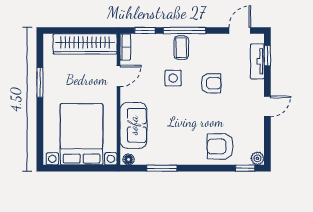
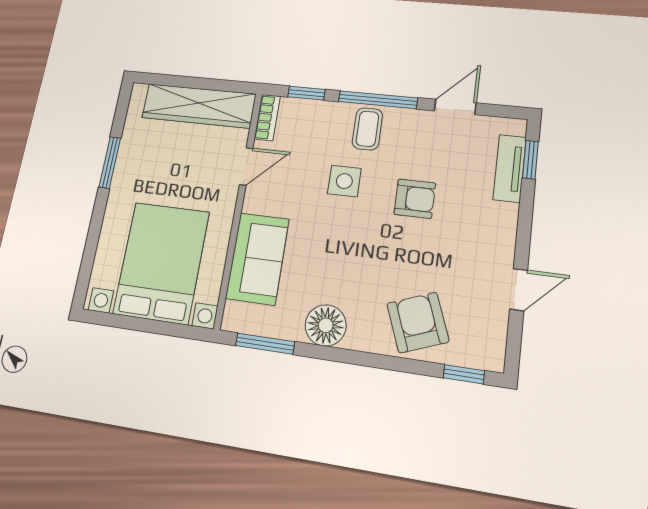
door: (240, 30) -> (455, 107), moved
door: (267, 106) -> (519, 290), moved
armchair: (220, 146) -> (418, 322), turned 69
plant: (257, 158) -> (491, 358), removed
floor lamp: (129, 159) -> (326, 325), moved, width x1.89, depth x1.89
window: (162, 168) -> (265, 344), moved

